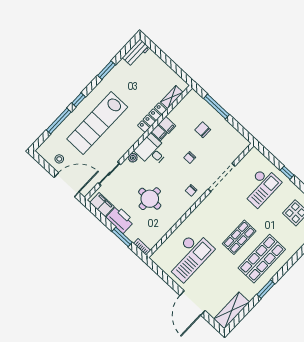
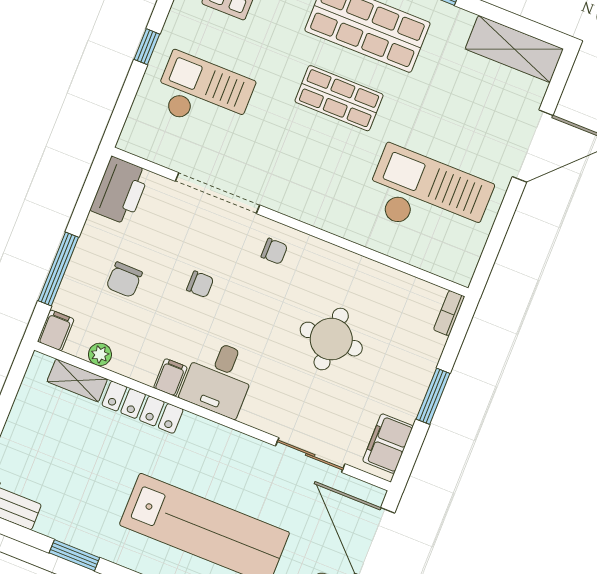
filing cabinet: (167, 125) -> (56, 330), moved
plant: (133, 158) -> (100, 354), moved
printer: (120, 219) -> (120, 191), moved, turned 180
window: (122, 237) -> (433, 396), moved

